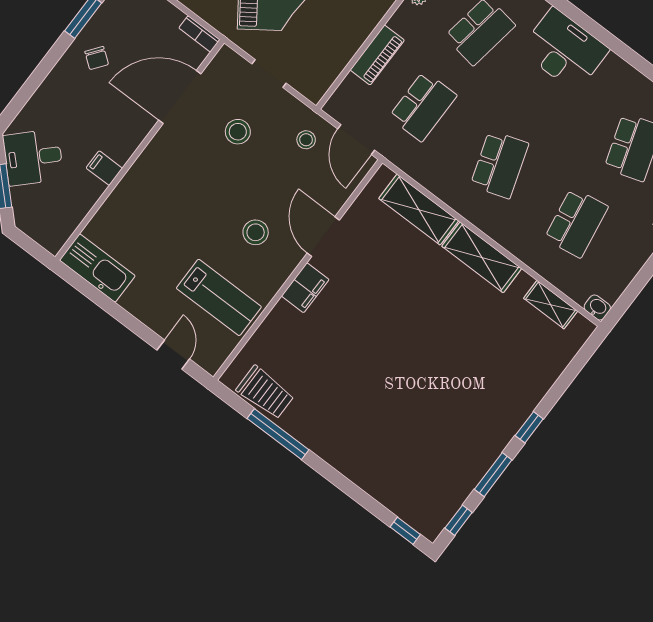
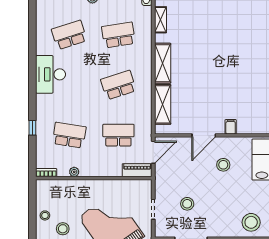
desk: (565, 50) -> (51, 74), moved
piano: (377, 55) -> (137, 170), moved
stool: (306, 140) -> (251, 222), moved, width x1.89, depth x1.89
filing cabinet: (305, 288) -> (231, 127), width x0.50

